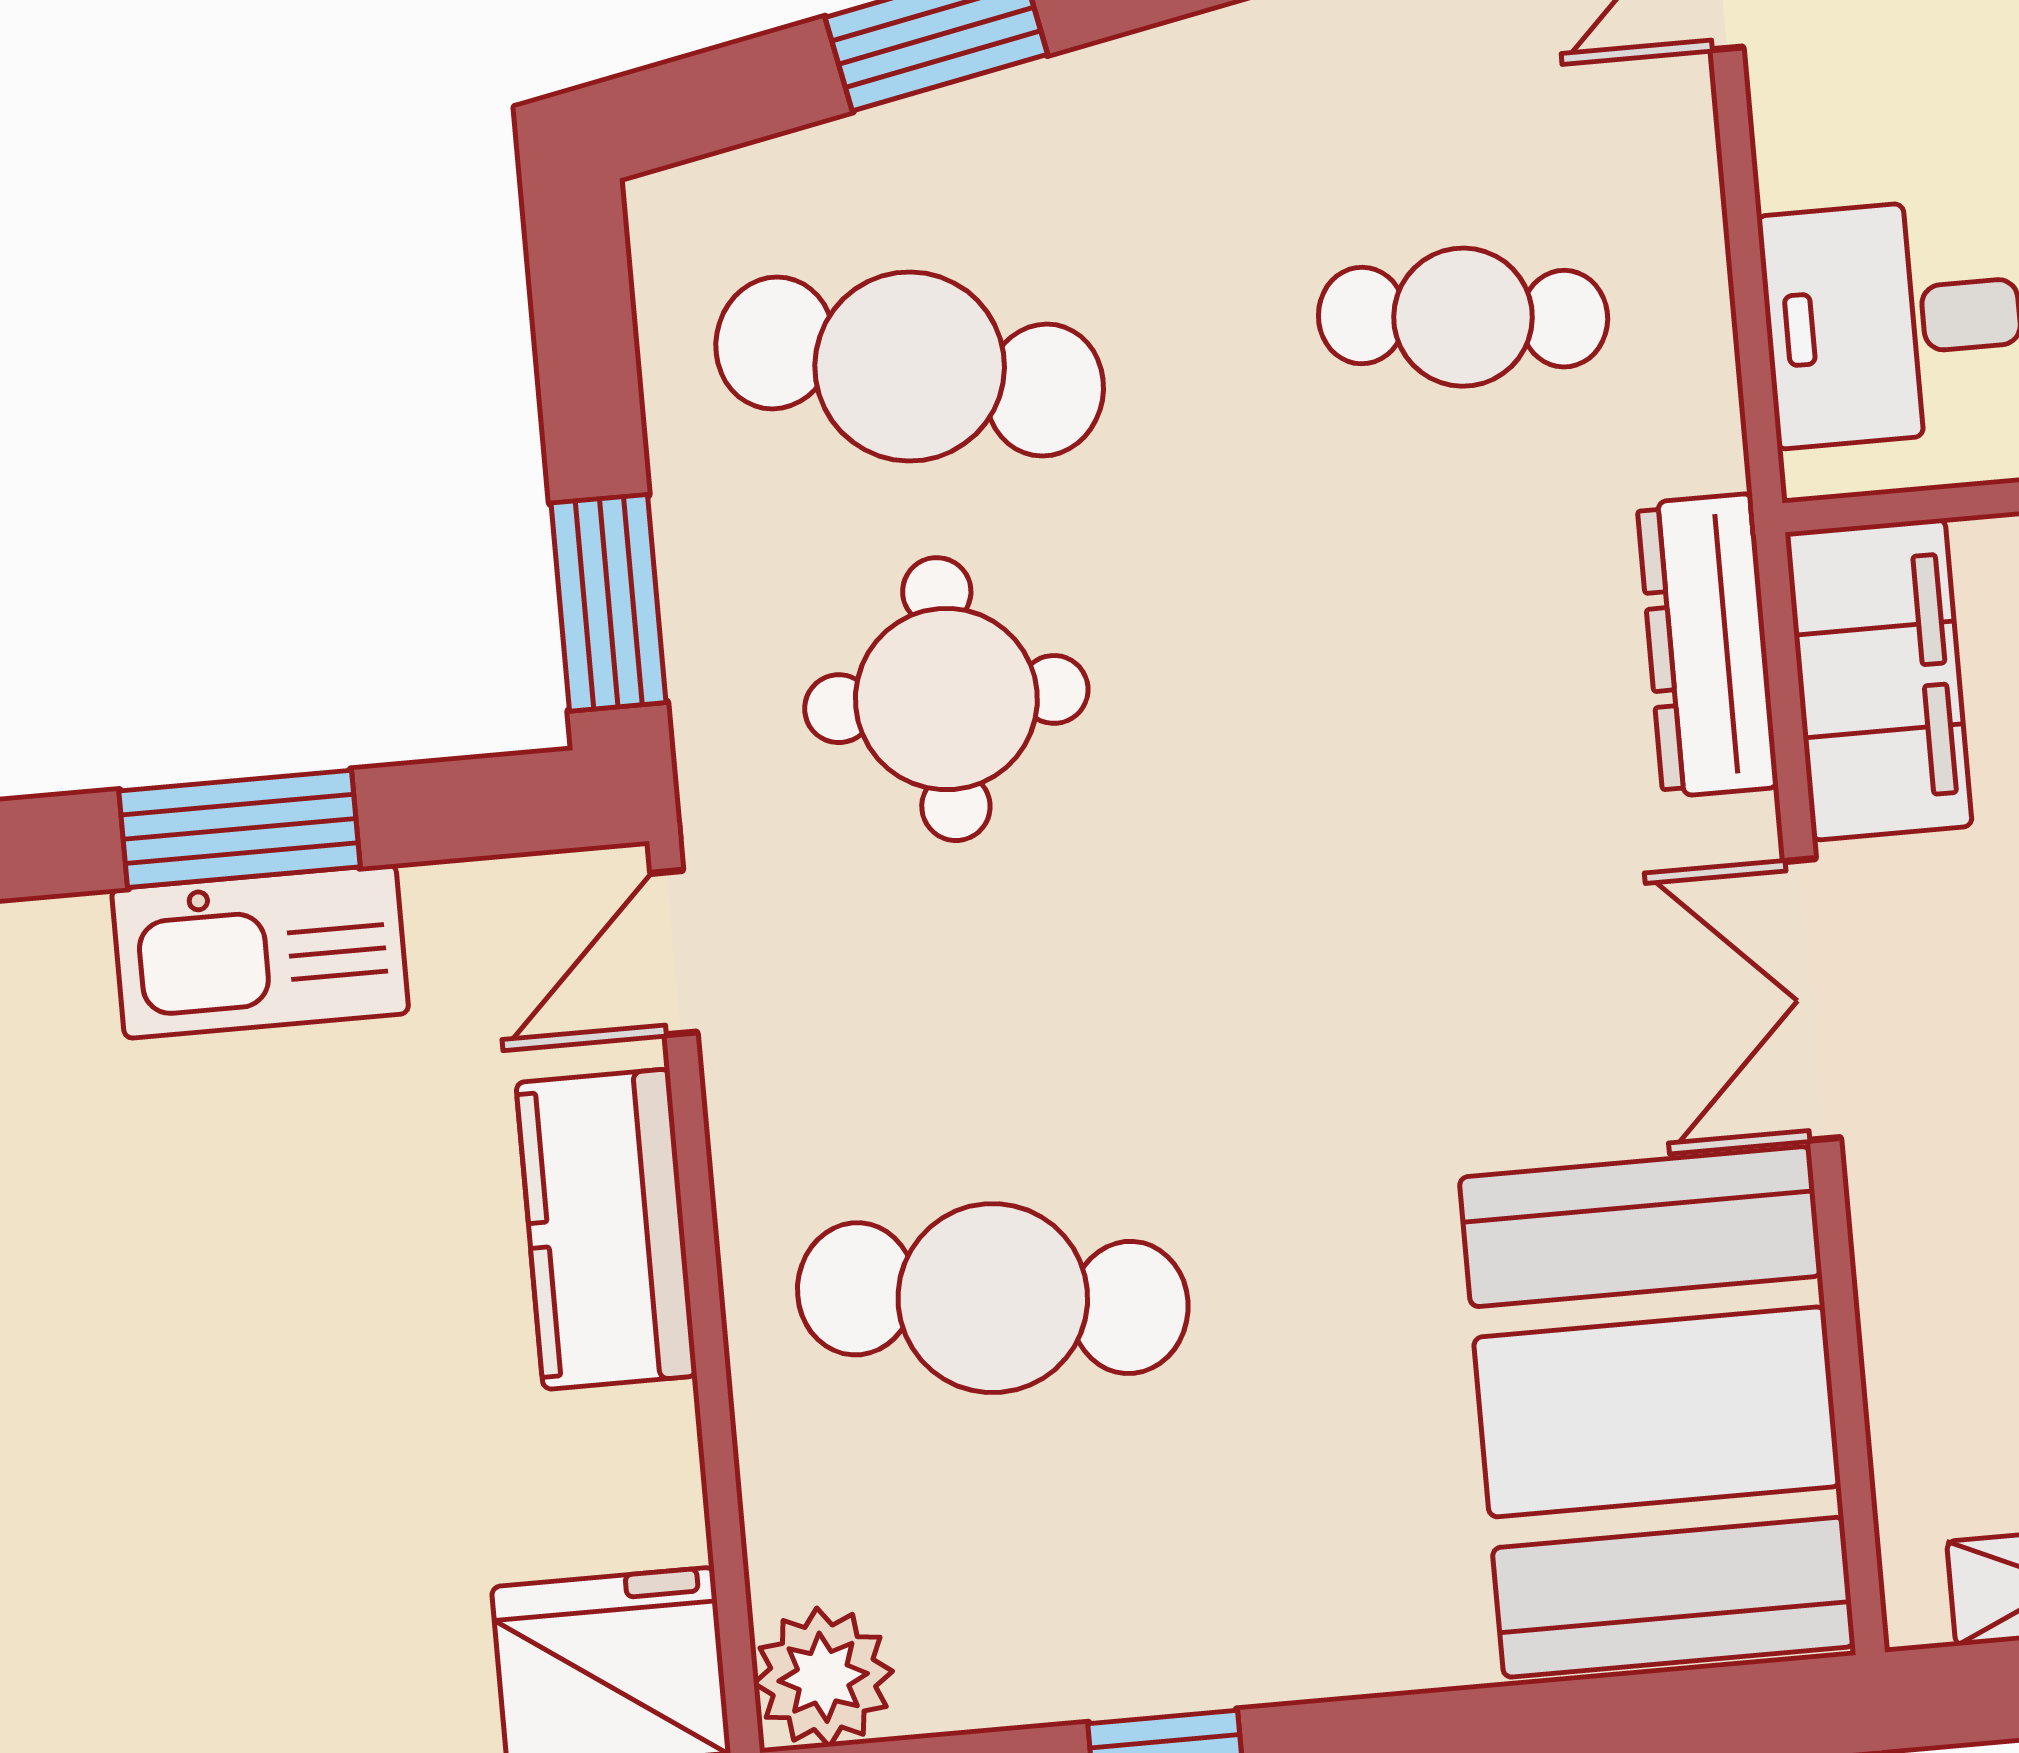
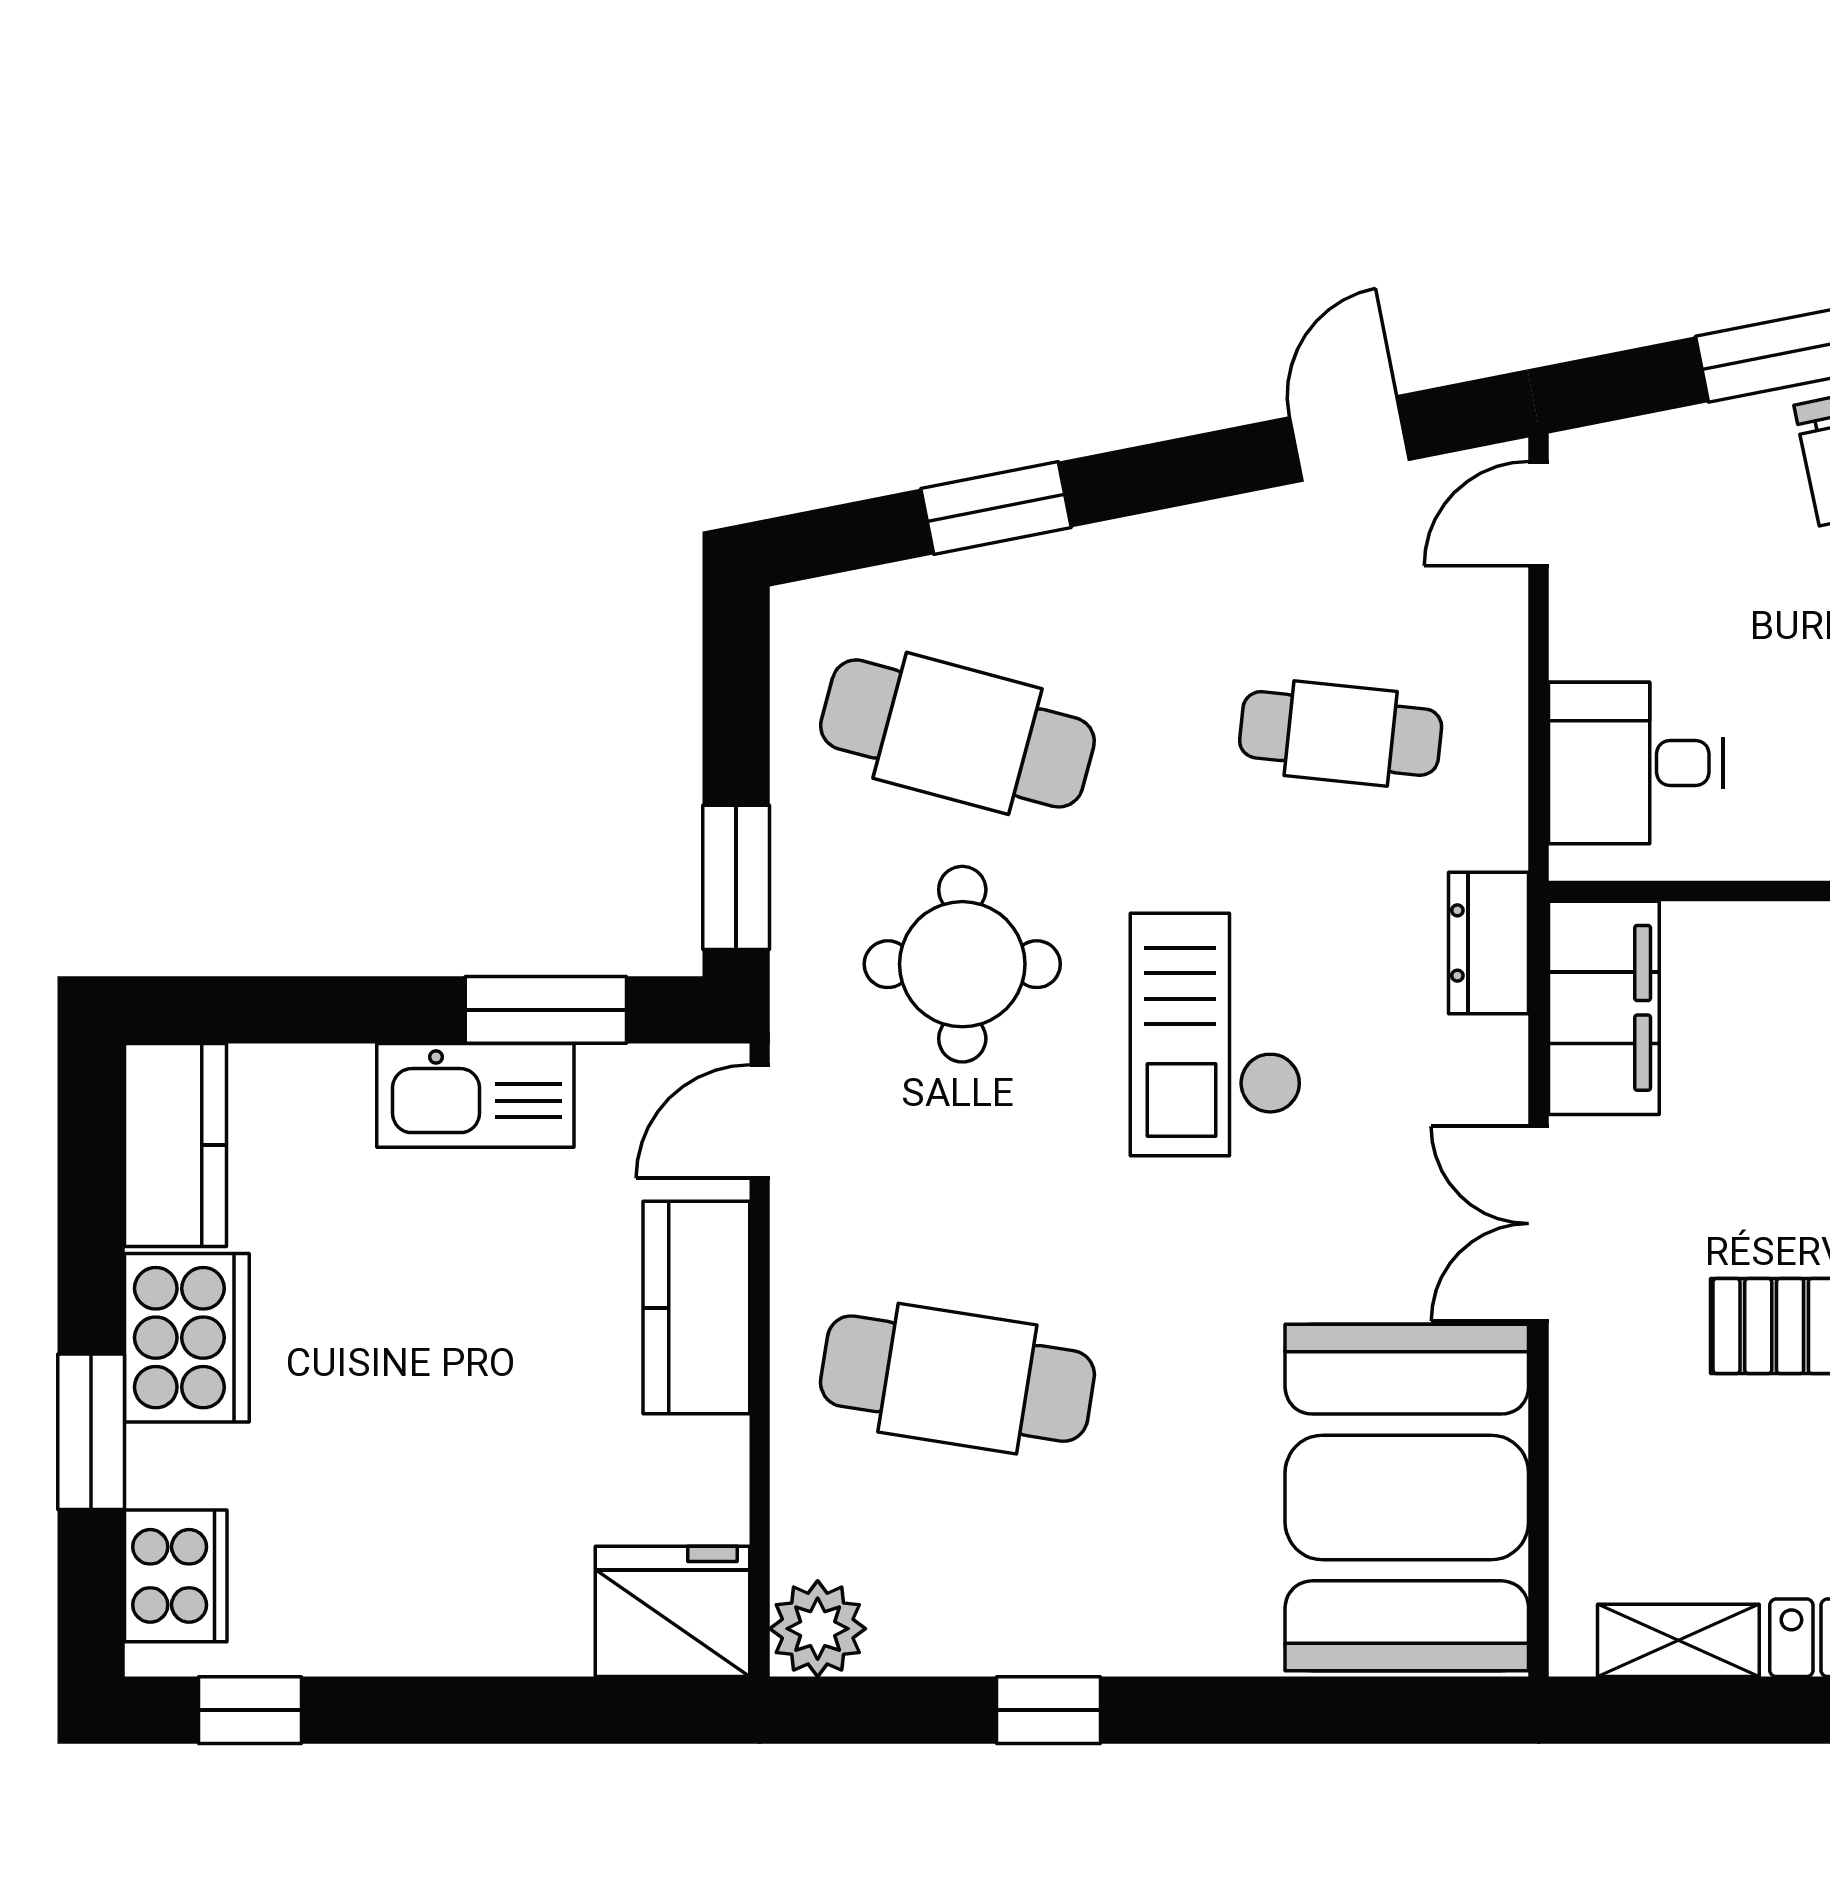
dresser: (1708, 645) -> (1489, 943), width x0.70
checkout: (1321, 768) -> (1216, 1035), added
window: (240, 829) -> (546, 1010), moved

